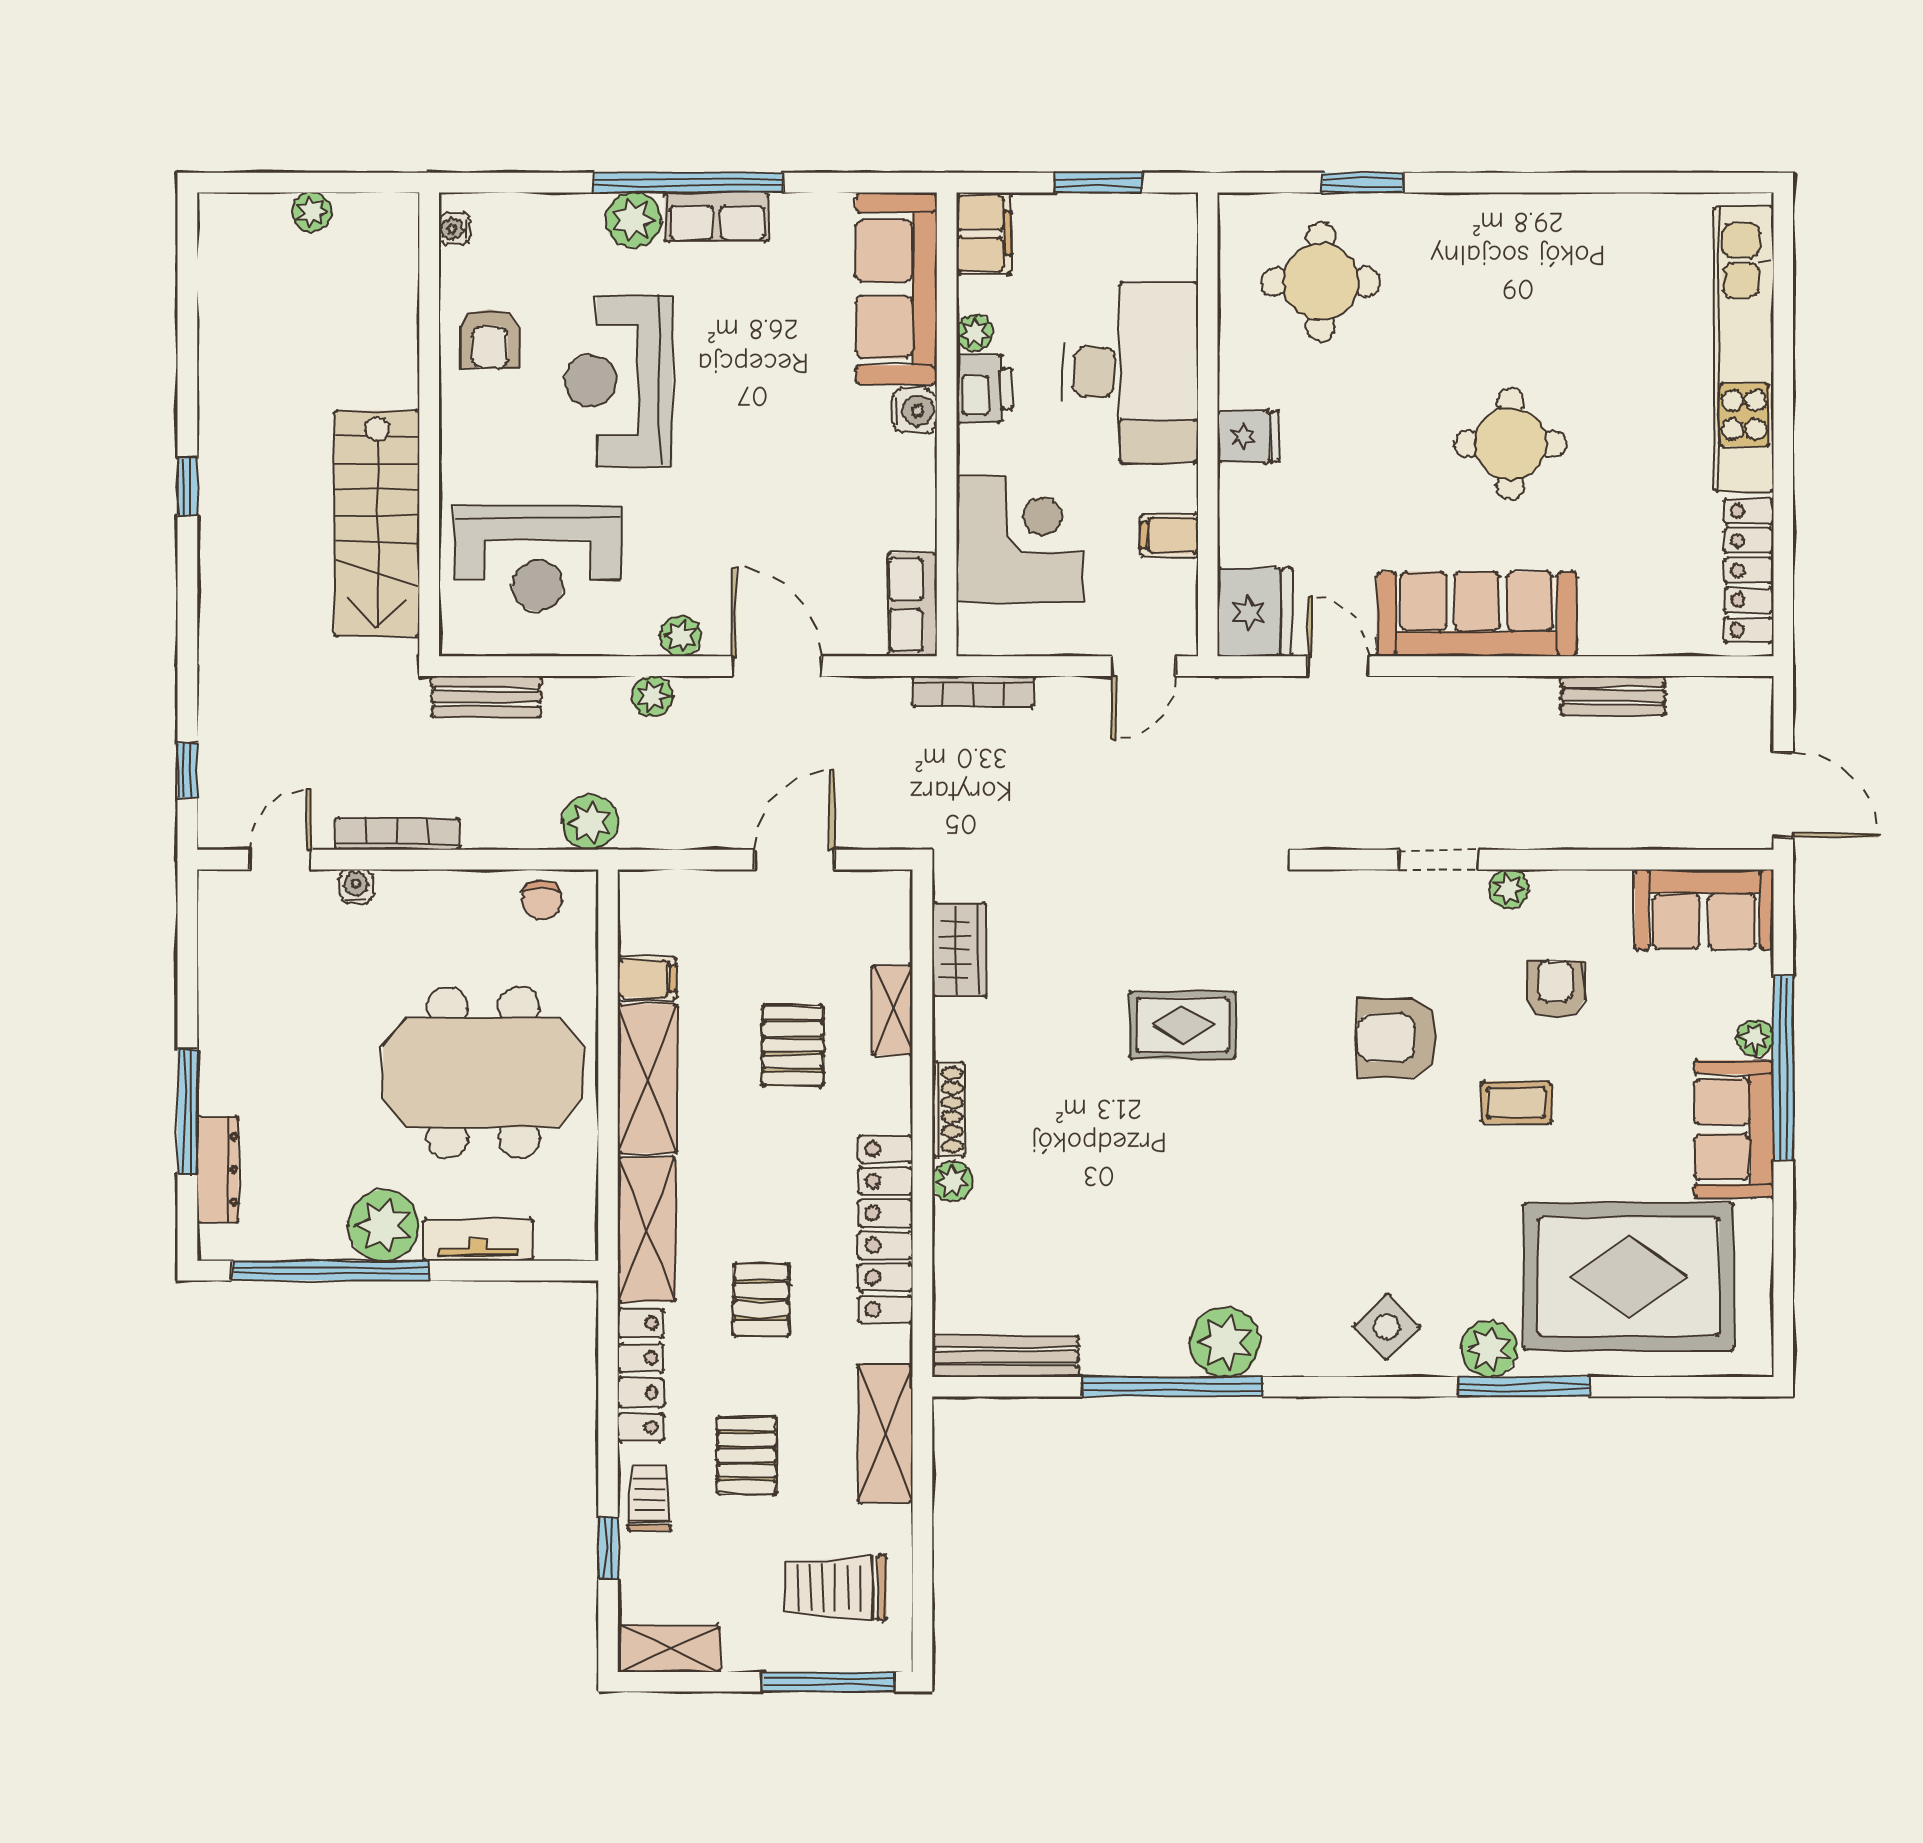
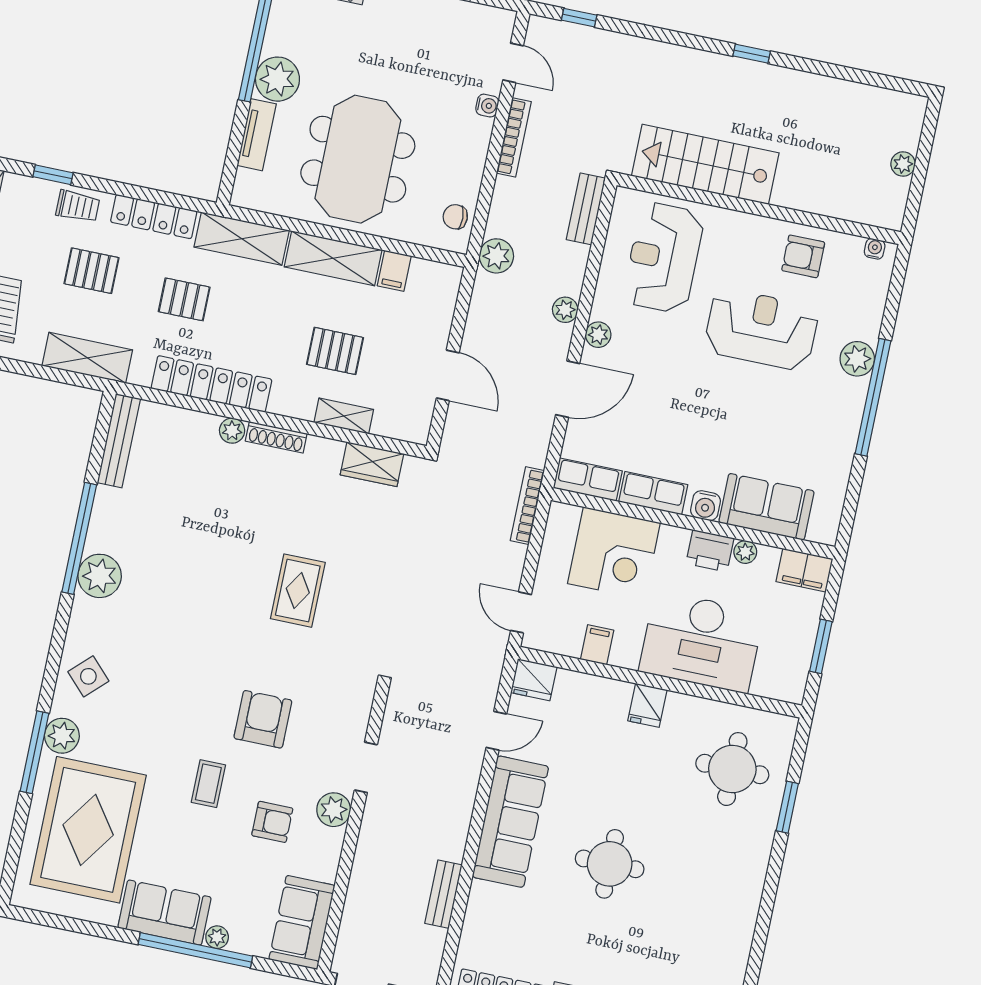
row of seats: (717, 217) -> (653, 493), moved, turned 90
sofa: (896, 289) -> (766, 507), width x0.73
fridge: (1255, 612) -> (534, 680), width x0.73, depth x0.75
plant: (1509, 889) -> (334, 810), width x1.38, depth x1.38

